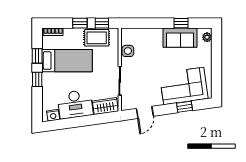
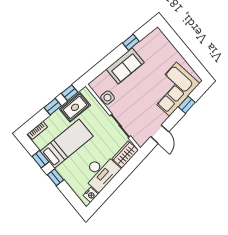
plant: (207, 37) -> (160, 37), removed
sofa: (180, 38) -> (125, 66), moved

